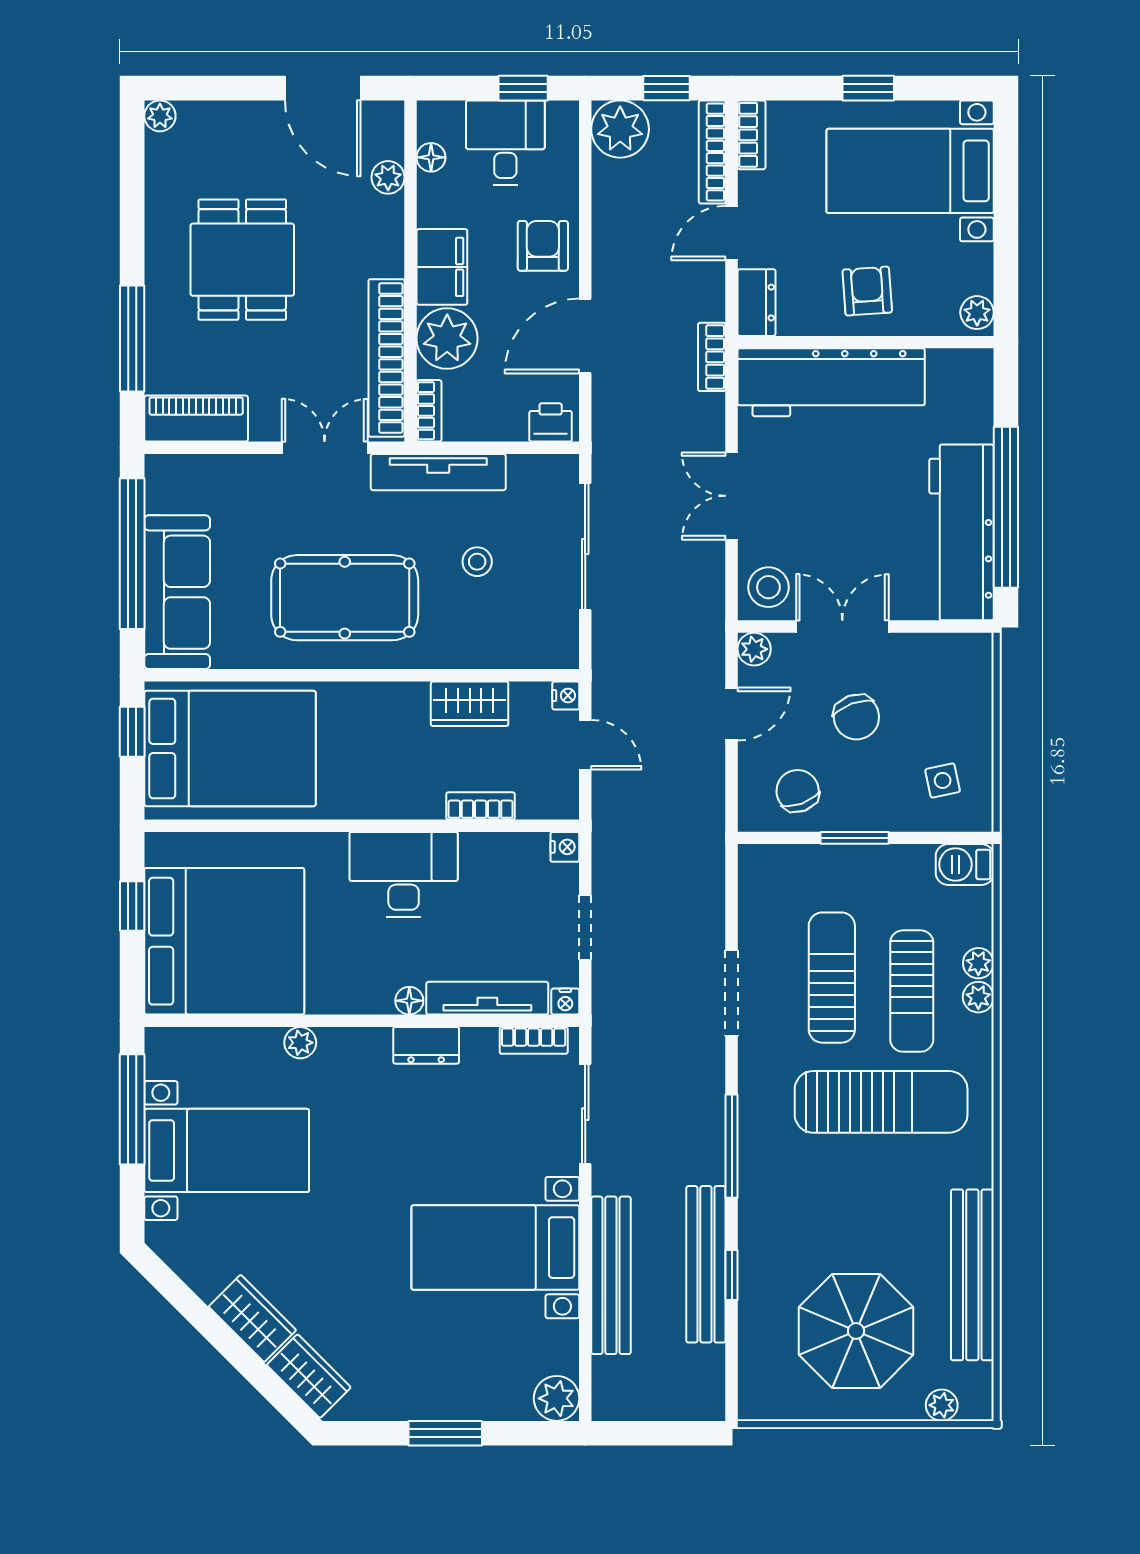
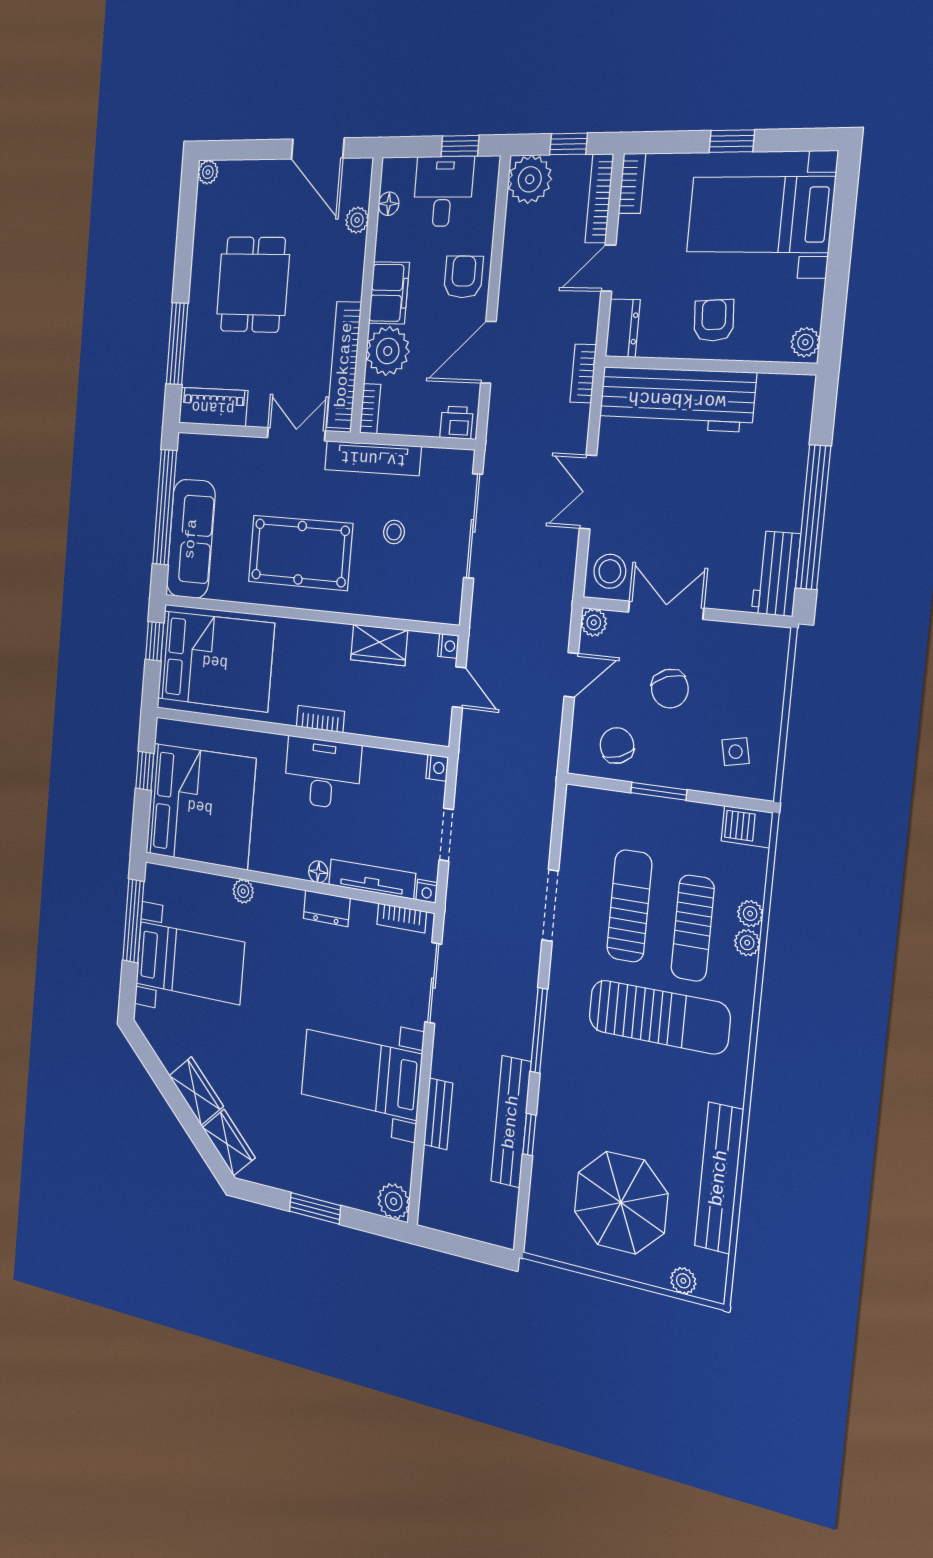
workbench: (962, 532) -> (776, 574), width x0.53, depth x0.76
bookcase: (481, 806) -> (320, 719), moved
bench: (611, 1275) -> (438, 1114), width x0.54, depth x0.82

